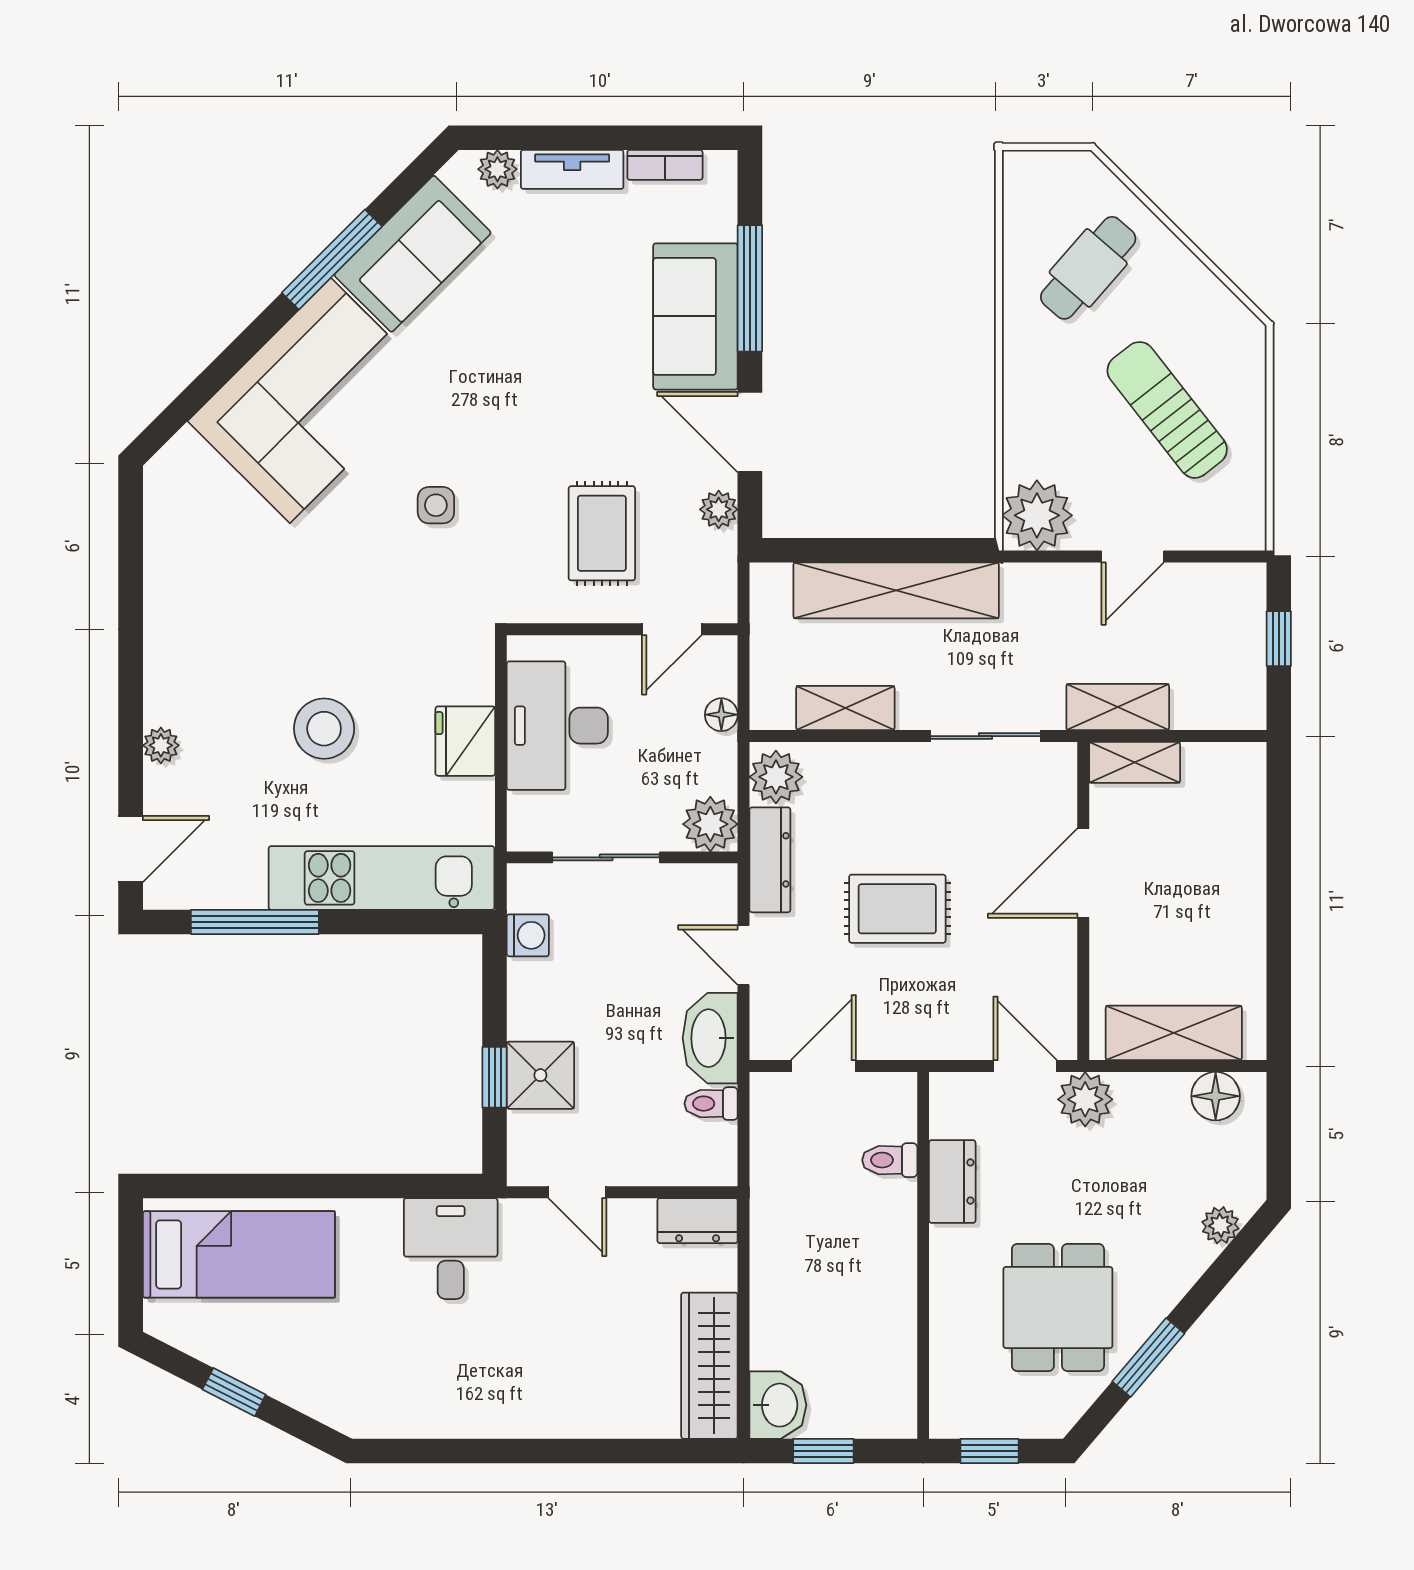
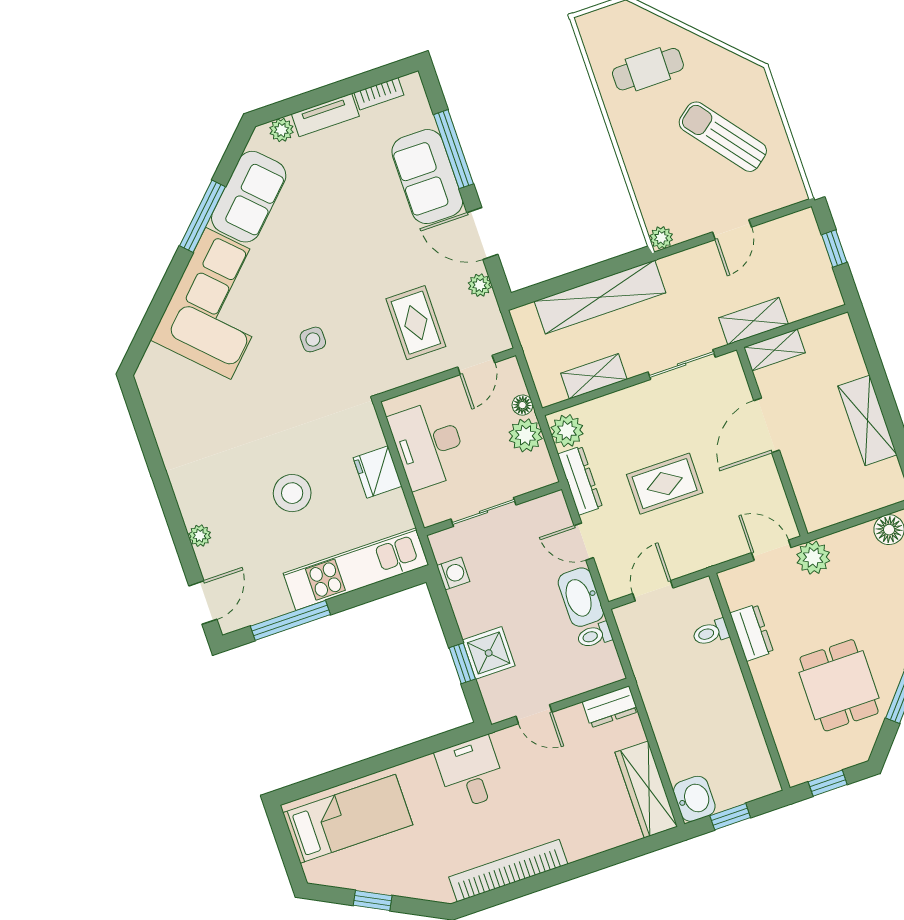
cafe table: (1088, 268) -> (648, 69), turned 49
plant: (1037, 515) -> (661, 238), width x0.53, depth x0.53
plant: (710, 824) -> (526, 435), moved
shelving: (1174, 1033) -> (867, 420), moved, turned 90
bookcase: (457, 1417) -> (508, 871), added

